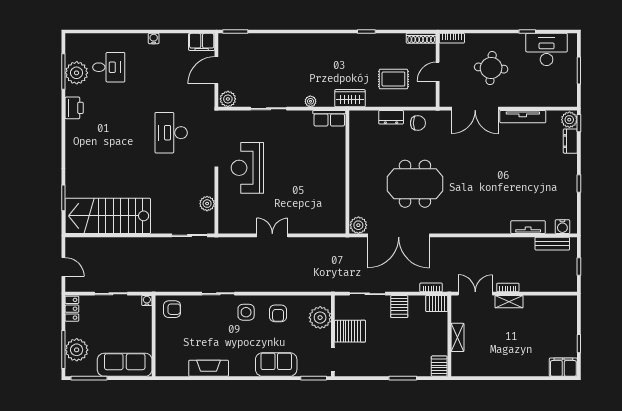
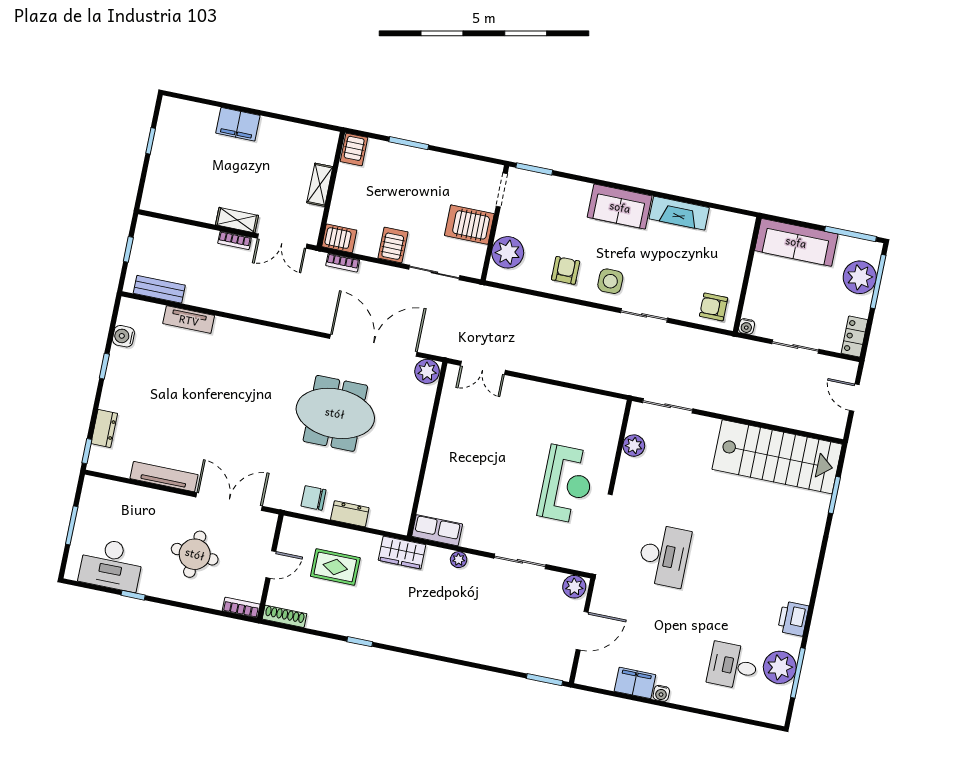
filing cabinet: (202, 42) -> (635, 683), moved
plant: (569, 120) -> (100, 459), removed
water cooler: (562, 227) -> (123, 336), moved, turned -90
double door: (272, 235) -> (483, 368), moved
sofa: (276, 364) -> (620, 207), moved
filing cabinet: (563, 367) -> (238, 124), moved

